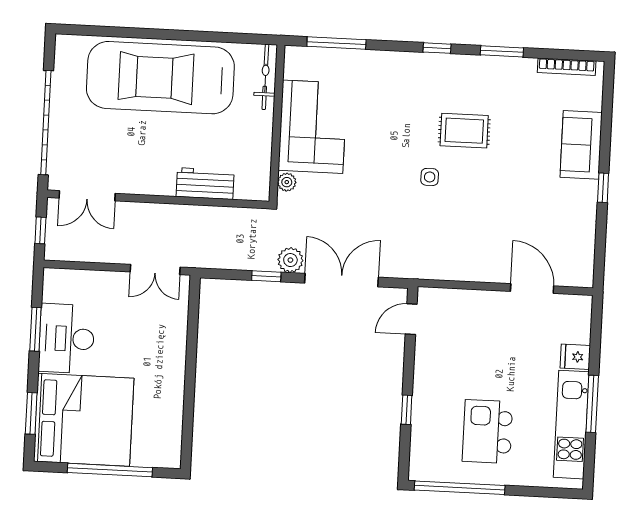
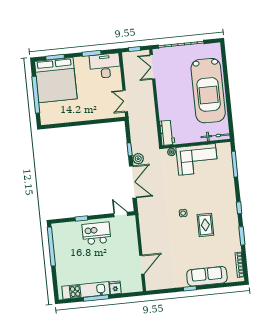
car: (160, 78) -> (208, 91), turned 180
sofa: (581, 145) -> (207, 276), width x1.36
workbench: (205, 184) -> (167, 133), moved
desk: (67, 339) -> (105, 66), moved
kitchen island: (488, 431) -> (96, 233), moved

